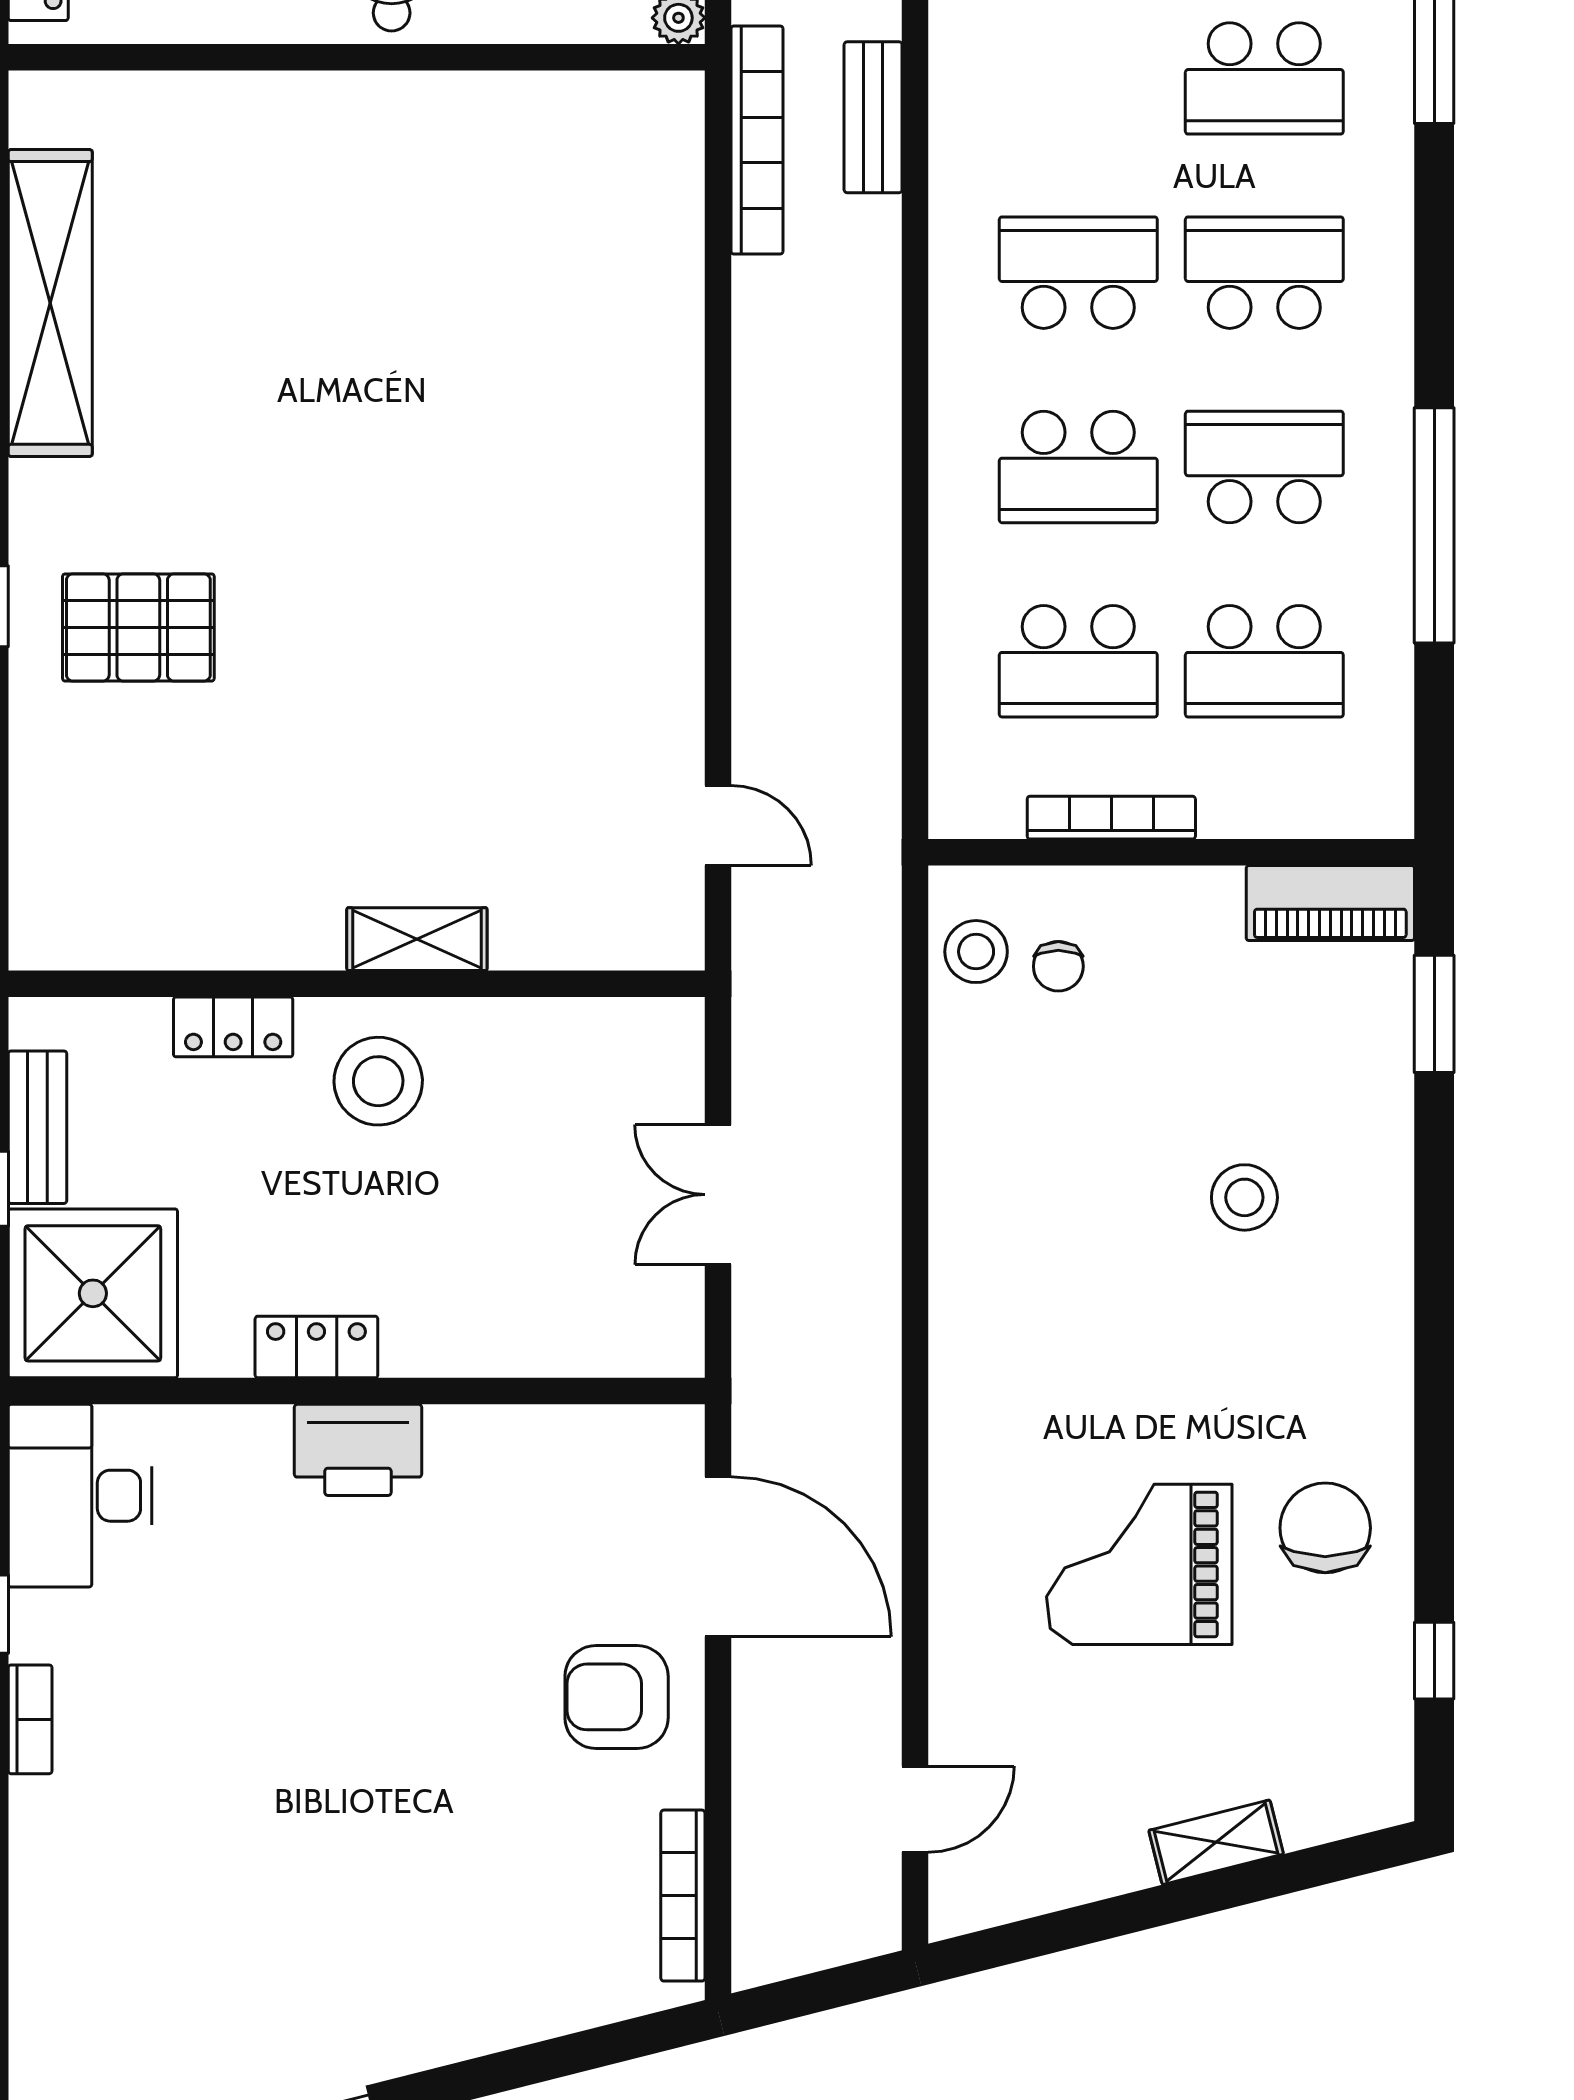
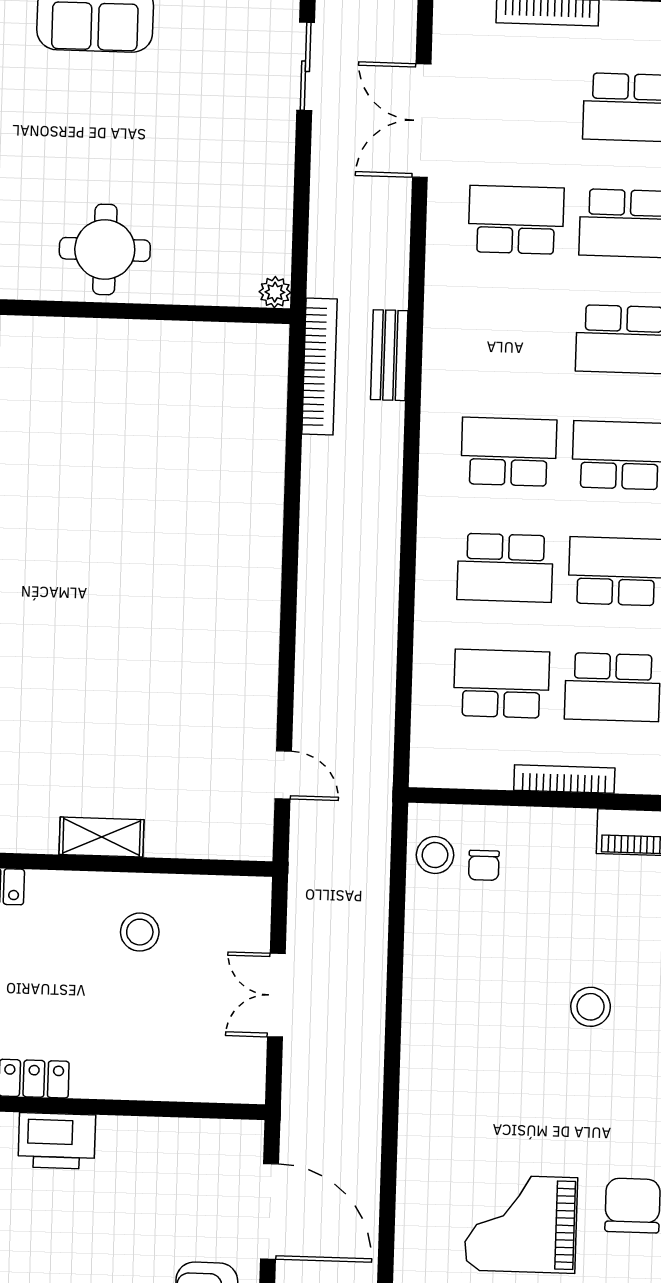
school desk: (1078, 661) -> (501, 684), turned 180
bookcase: (1111, 818) -> (564, 779), moved
stool: (378, 1081) -> (140, 932), moved, width x0.73, depth x0.73

